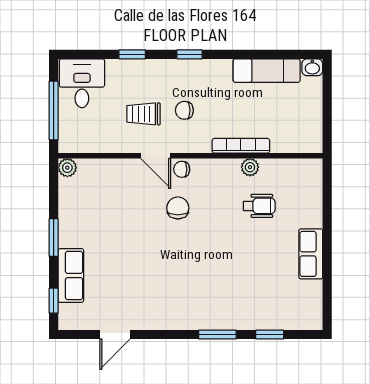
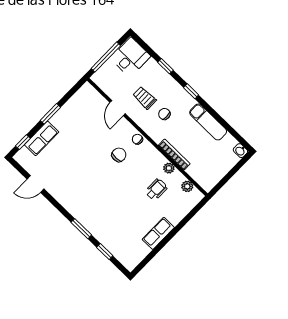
exam couch: (267, 71) -> (208, 122), moved
door: (156, 156) -> (118, 108), moved
plant: (67, 168) -> (187, 186), moved
wheelchair: (259, 206) -> (156, 189), turned -90

